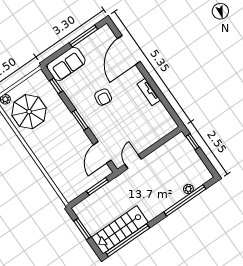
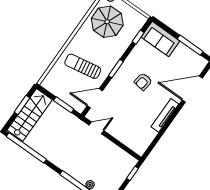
tv unit: (149, 92) -> (165, 115), width x1.41
sun lounger: (65, 153) -> (83, 66), added
stairs: (120, 230) -> (30, 115), moved, turned 90

